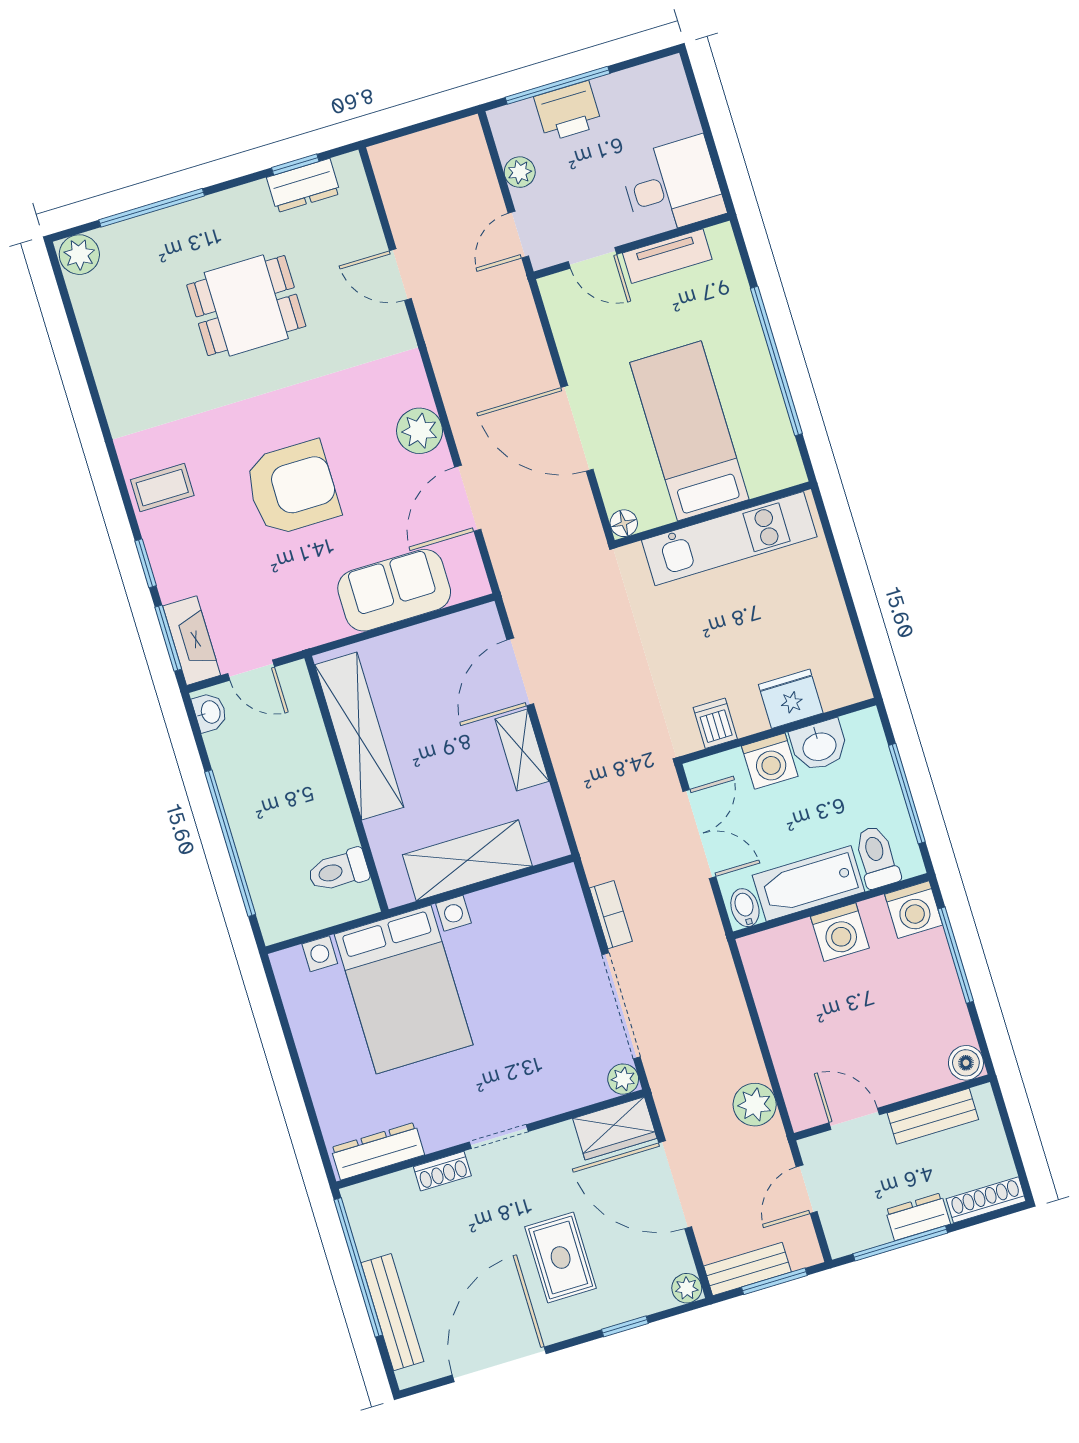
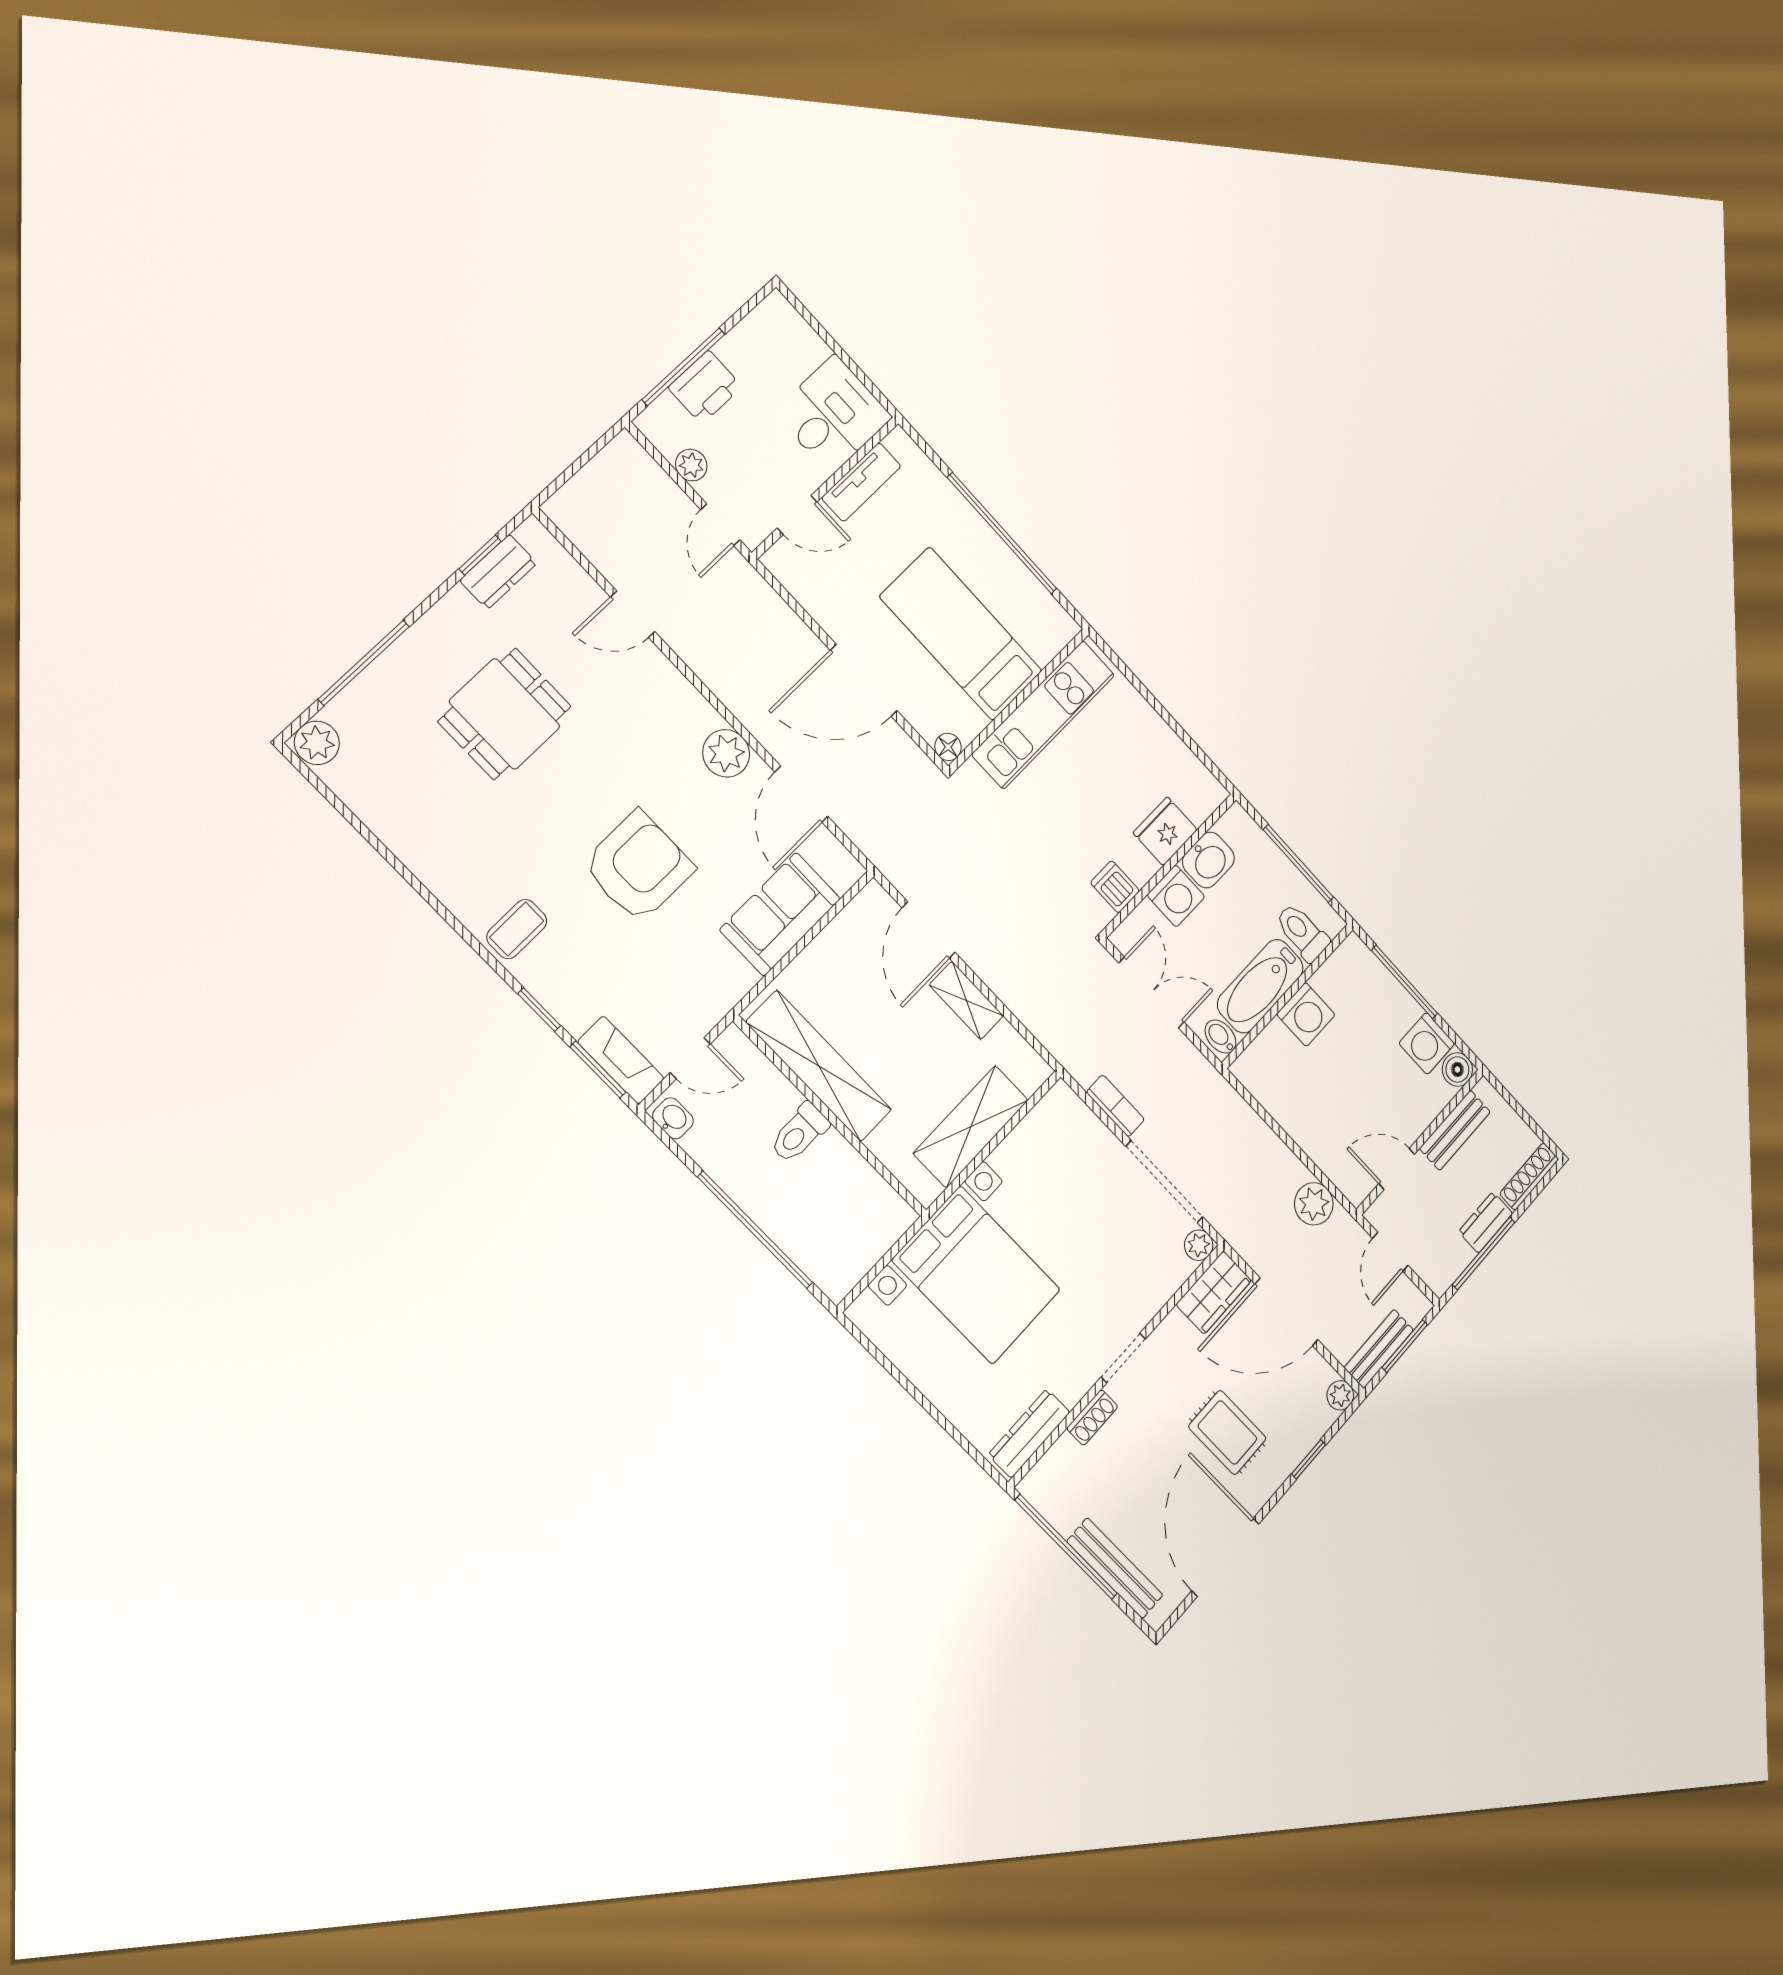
toilet: (338, 871) -> (799, 1133), moved
washing machine: (914, 910) -> (1427, 1043), moved, turned 90

